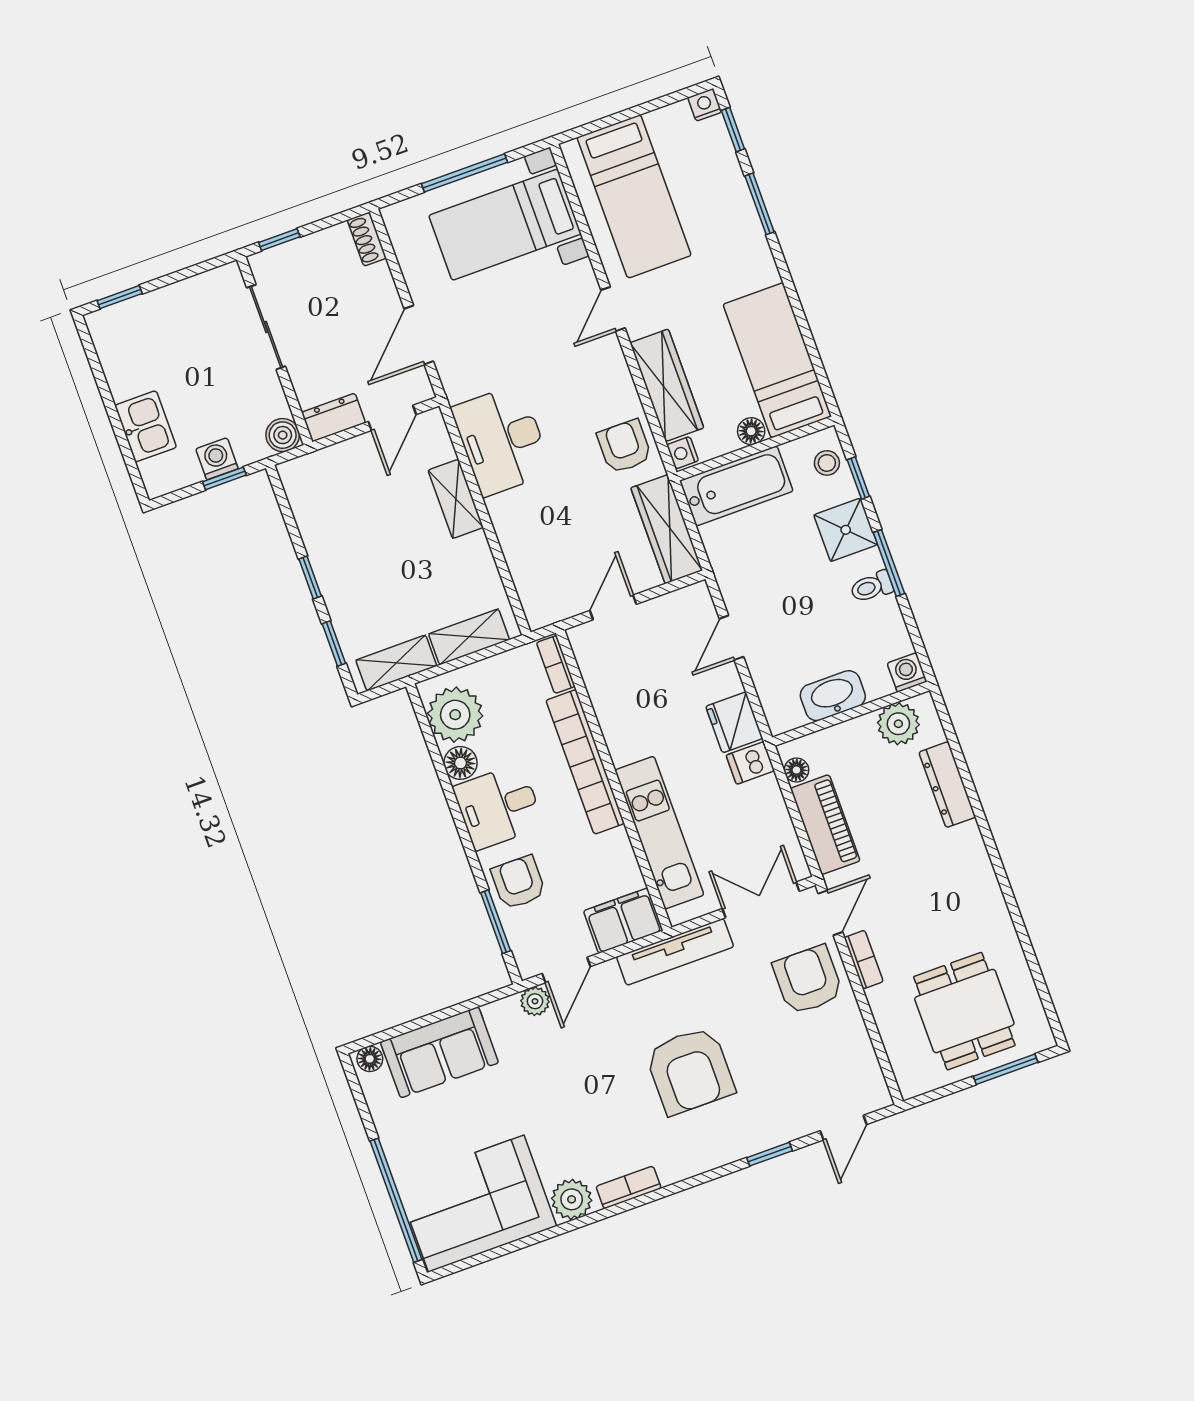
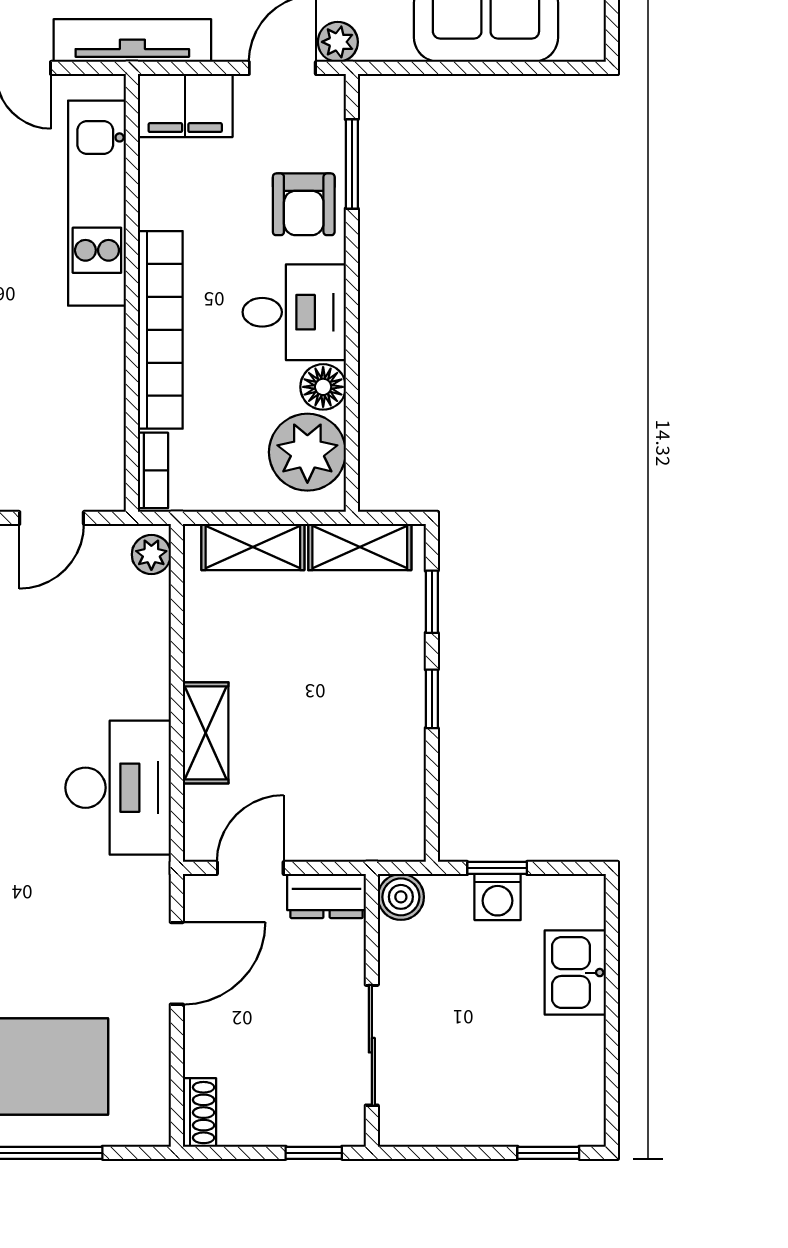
plant: (536, 607) -> (151, 554), added
floor lamp: (370, 1059) -> (580, 44), removed

